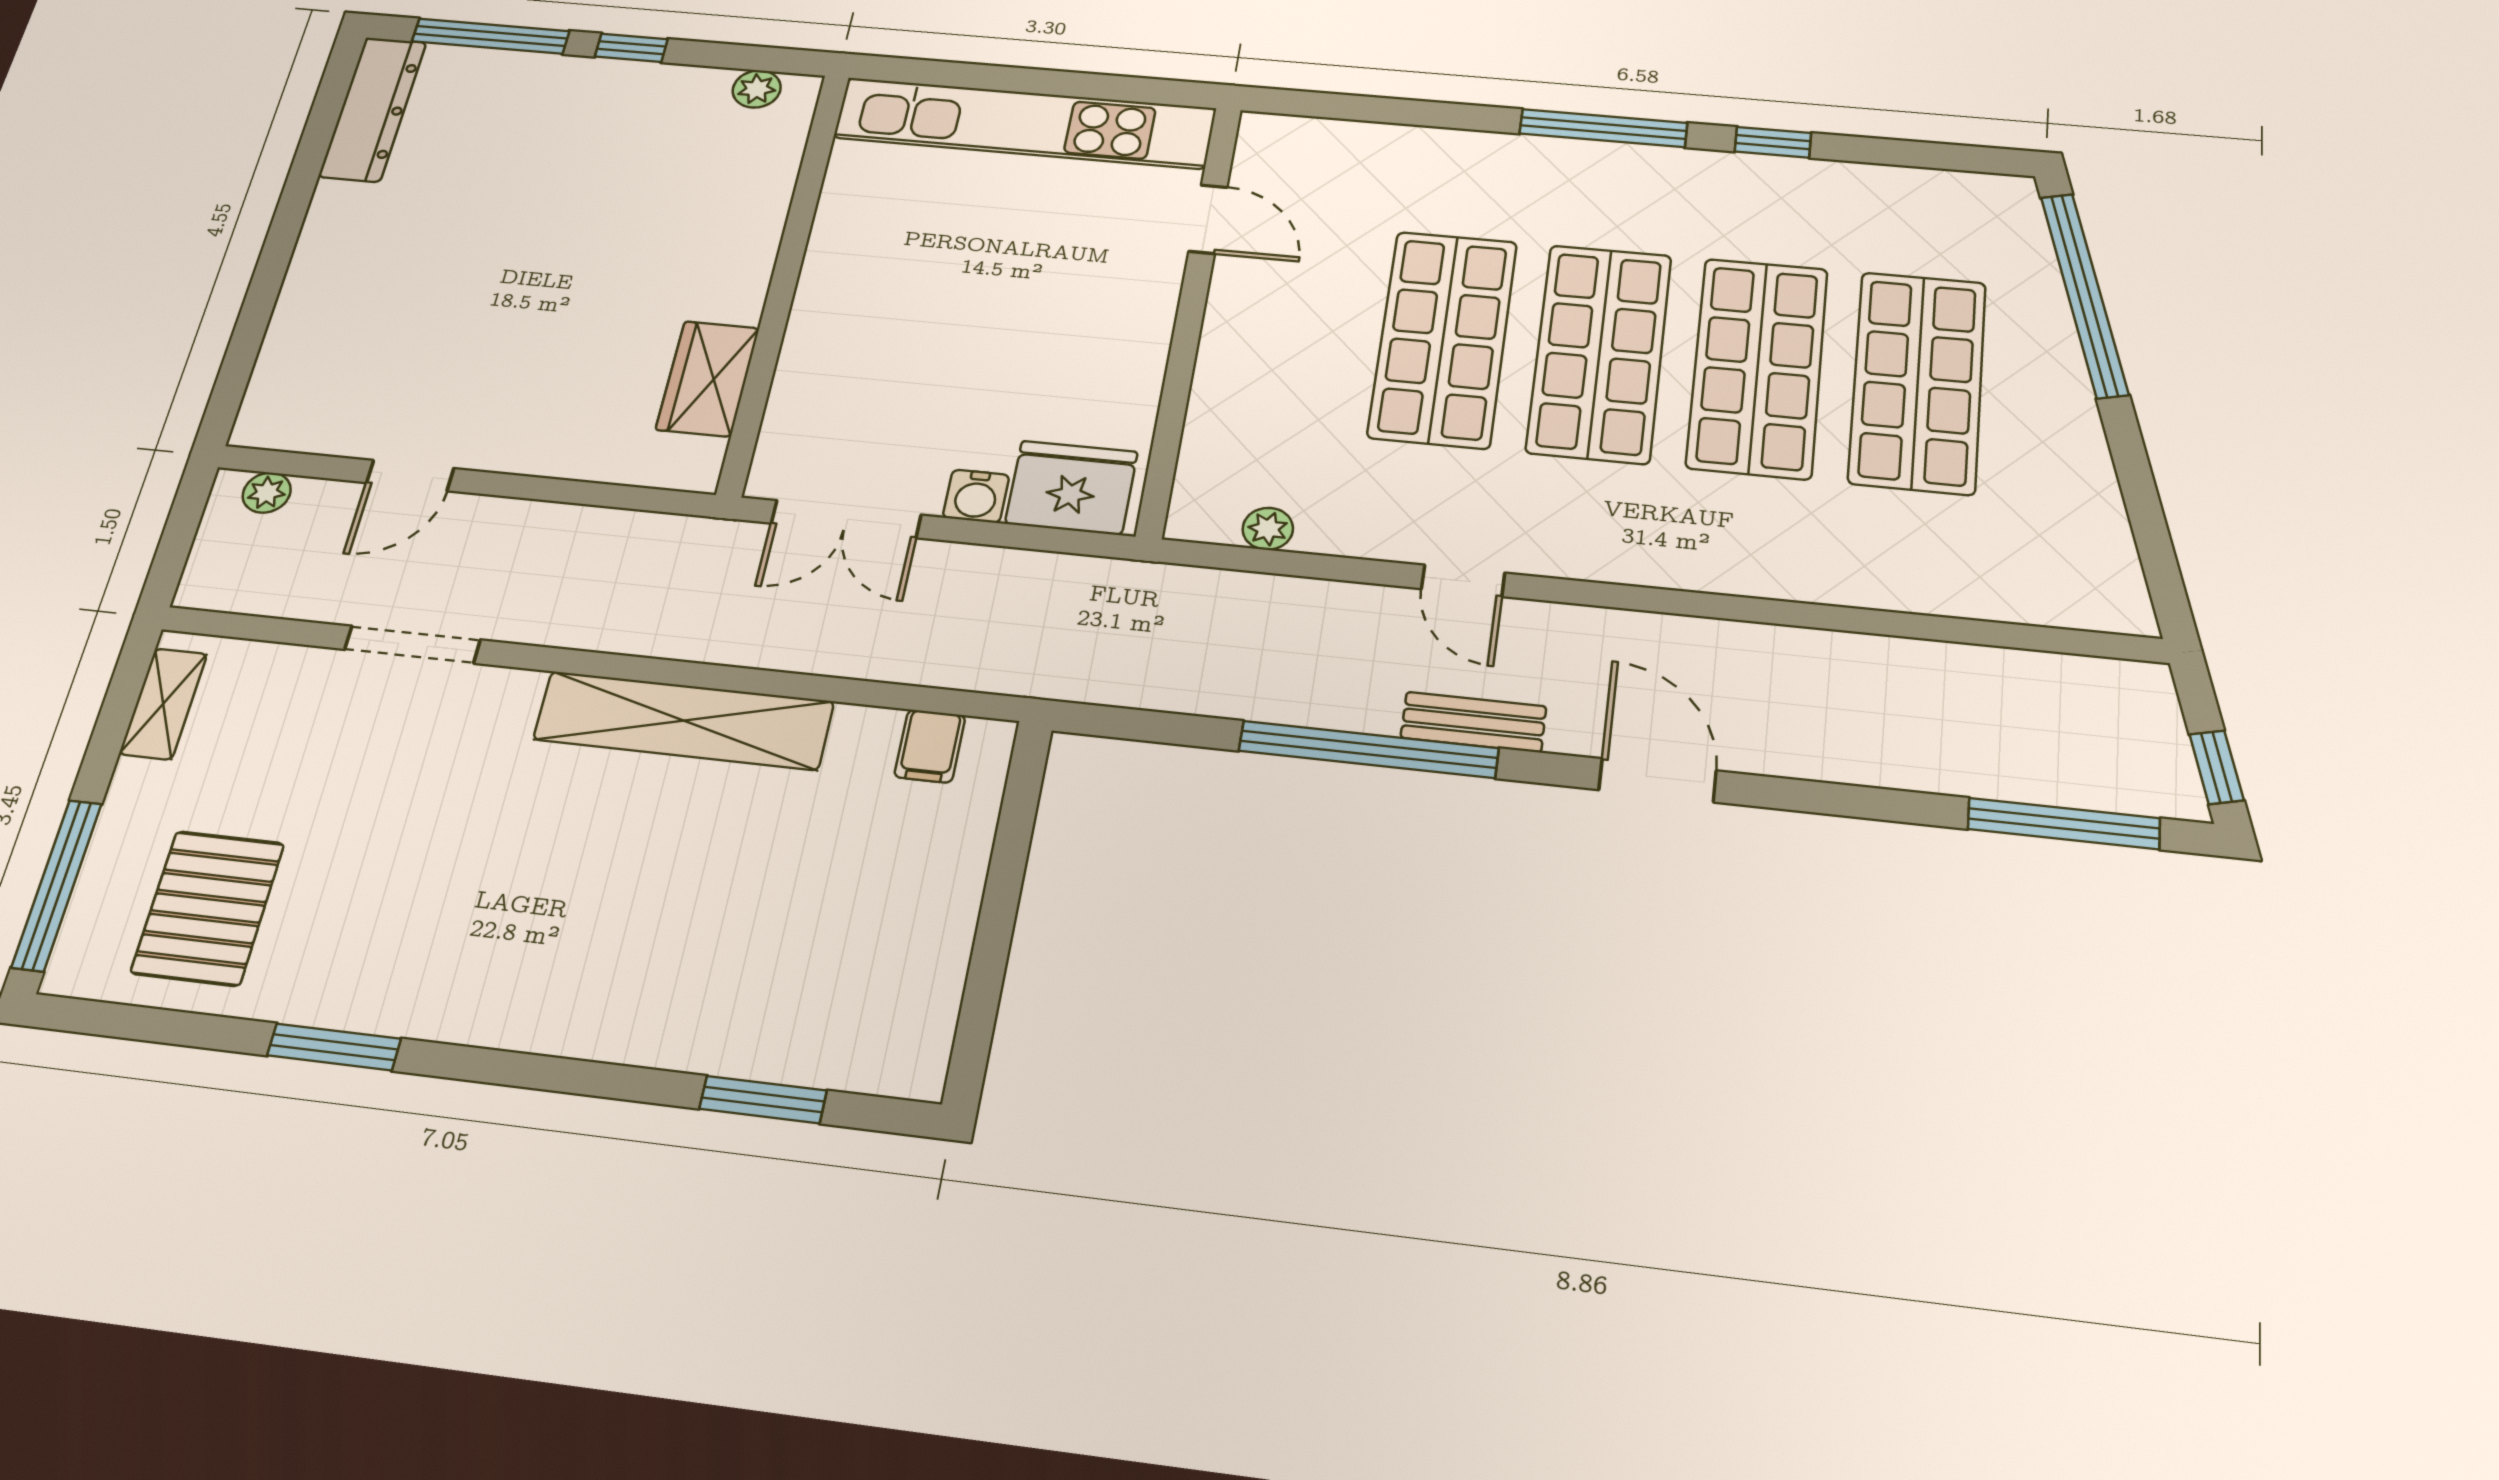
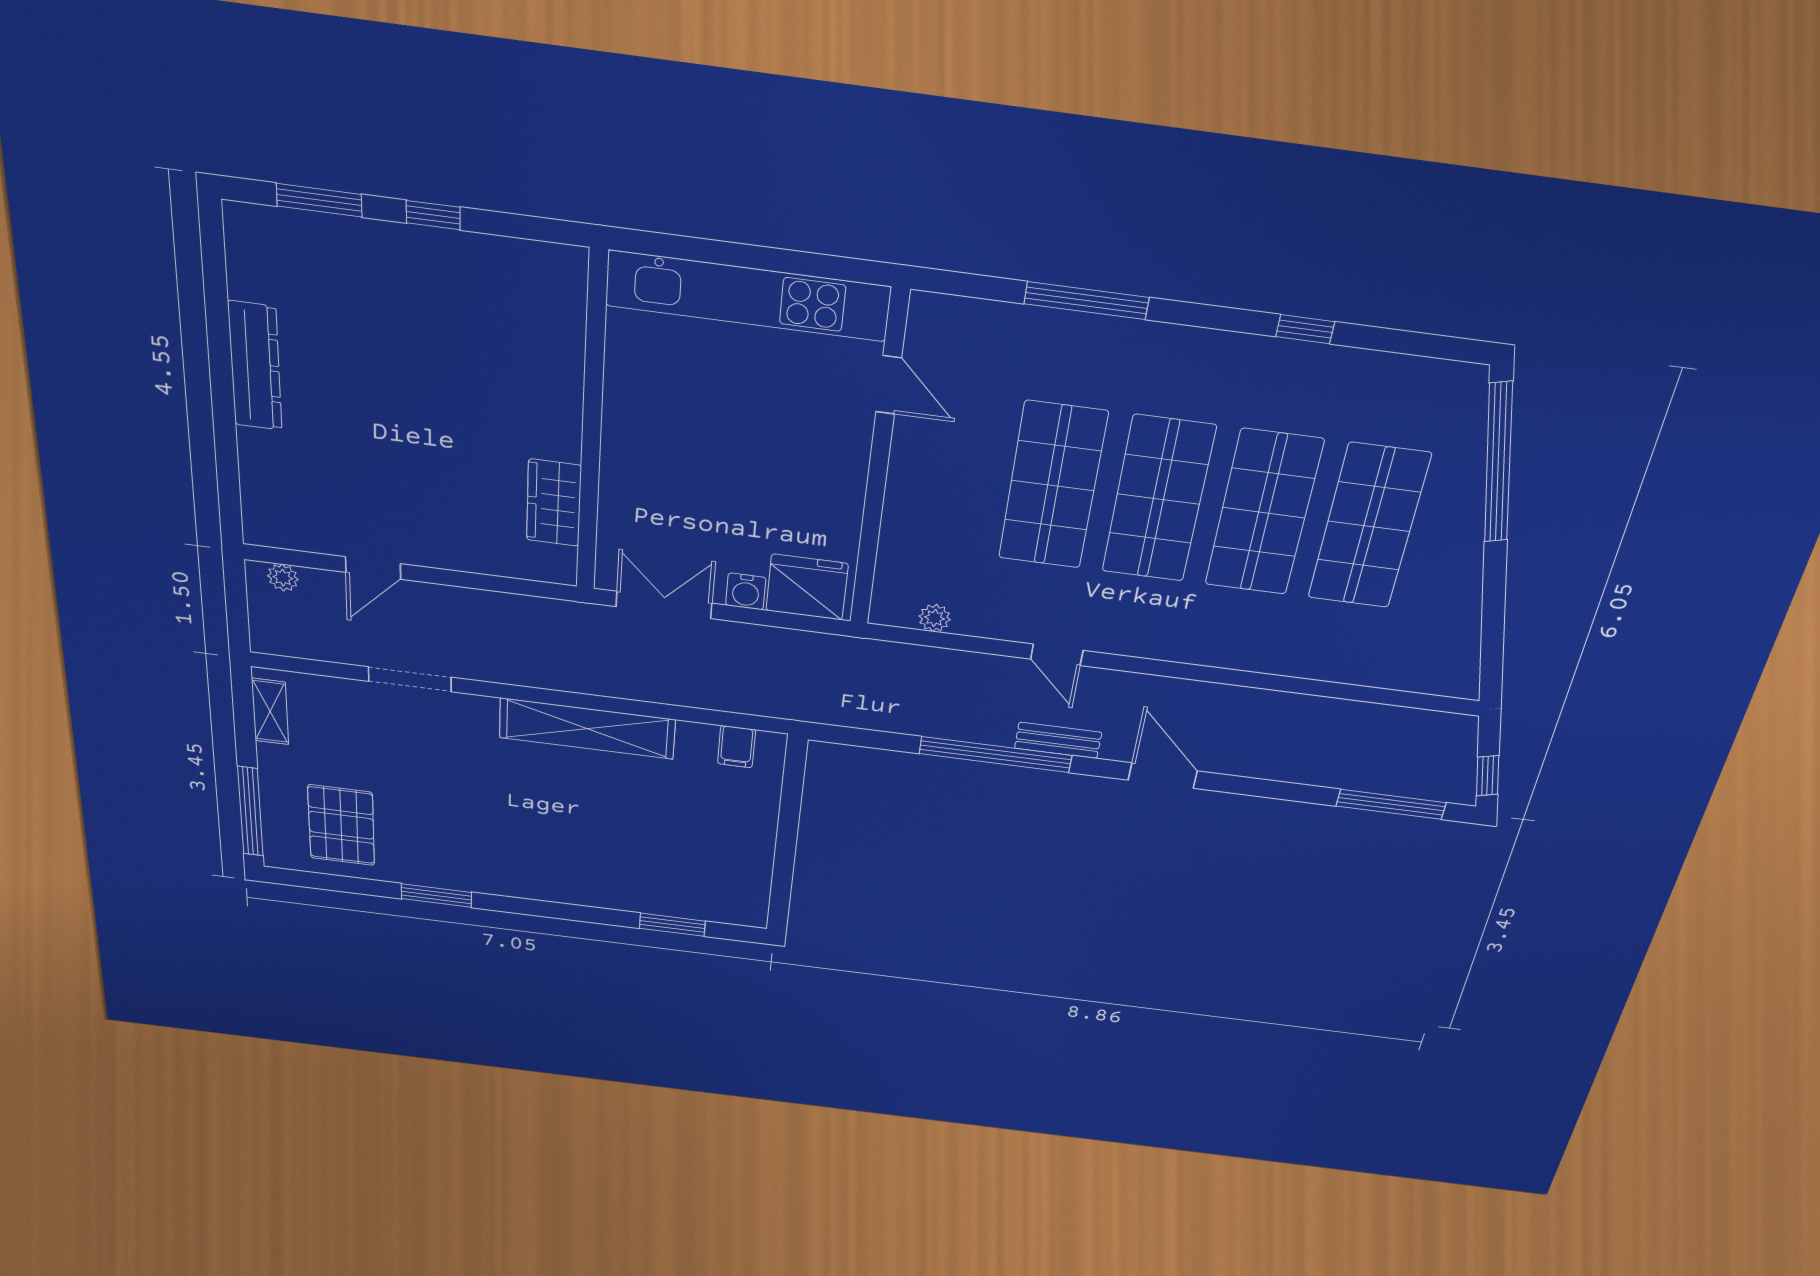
window: (491, 36) -> (319, 200), width x0.69
plant: (757, 89) -> (539, 258), removed
dresser: (373, 109) -> (255, 366), moved
window: (1603, 128) -> (1086, 301), moved
double door: (846, 519) -> (664, 605), swing flipped

